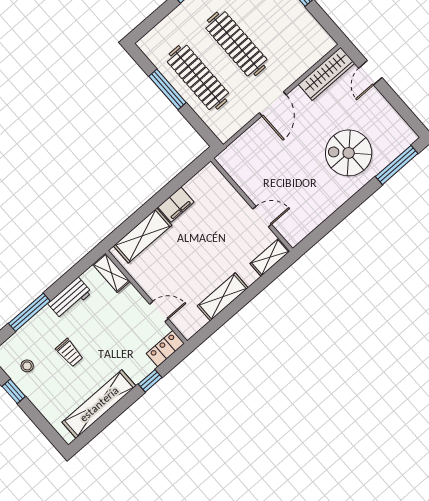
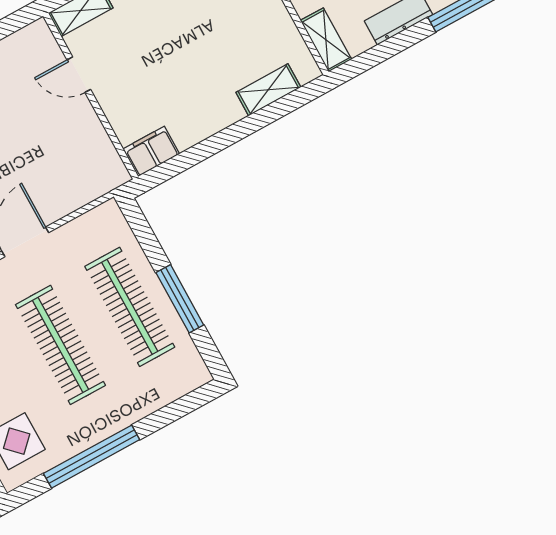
filing cabinet: (176, 205) -> (151, 151), moved
shelving: (143, 236) -> (268, 90), width x0.67, depth x0.75

